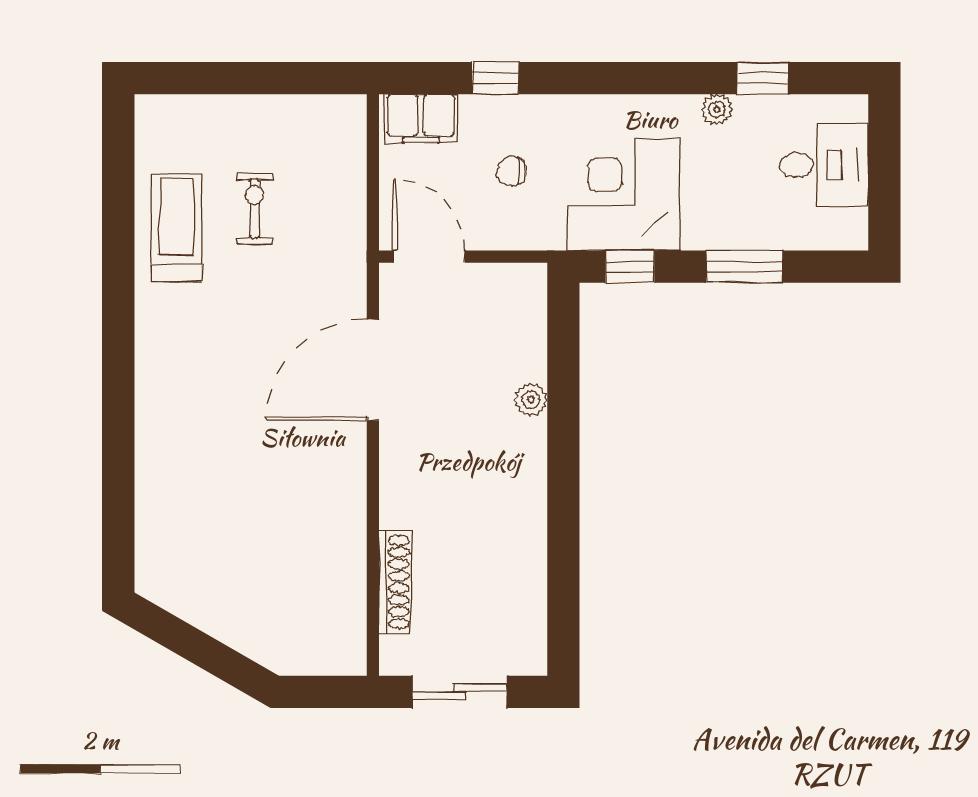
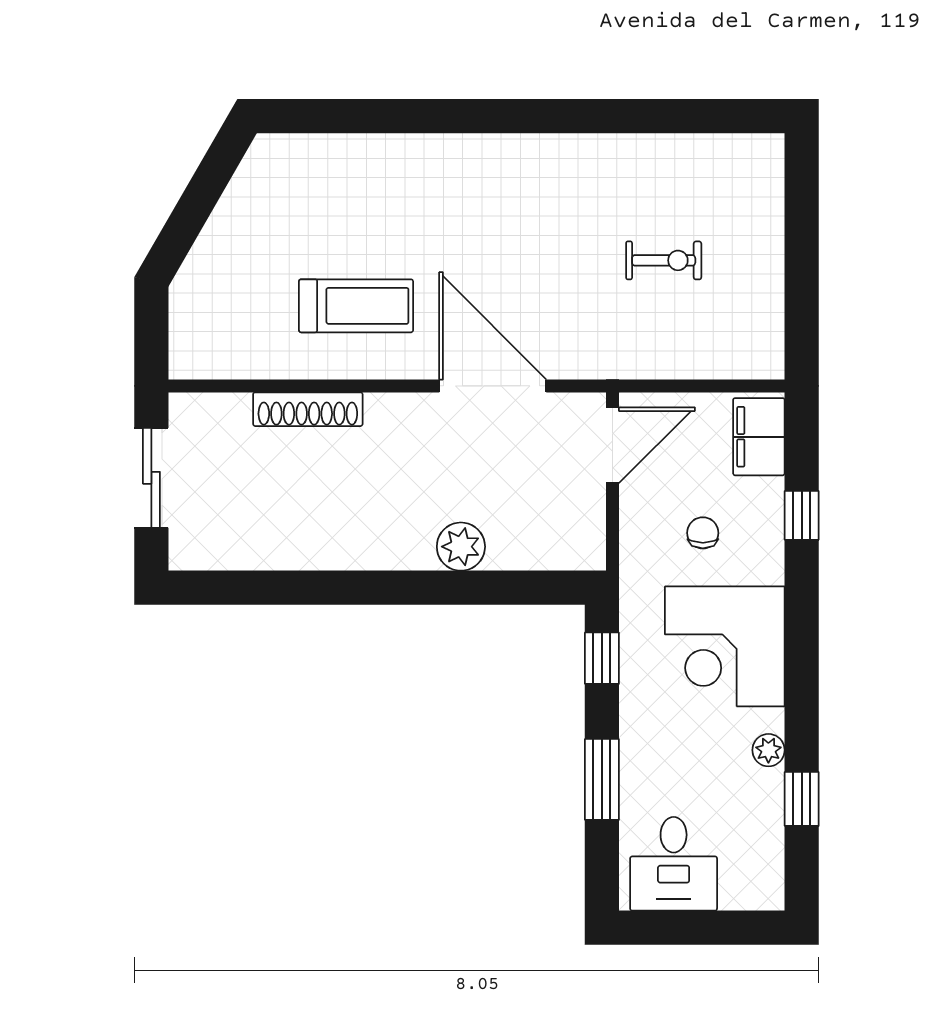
desk: (824, 165) -> (674, 864), moved
corner desk: (624, 194) -> (725, 646), moved, turned 180
treadmill: (176, 227) -> (356, 306), moved
plant: (531, 400) -> (461, 547), width x1.38, depth x1.38
shoe rack: (395, 582) -> (308, 409), moved

